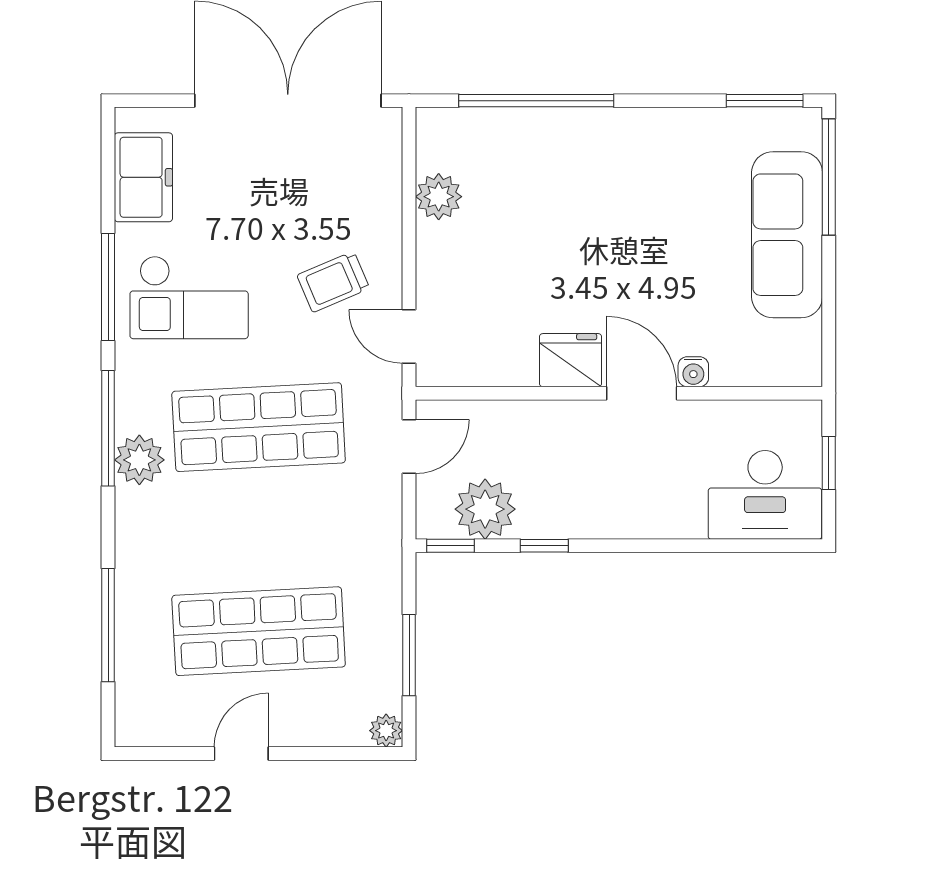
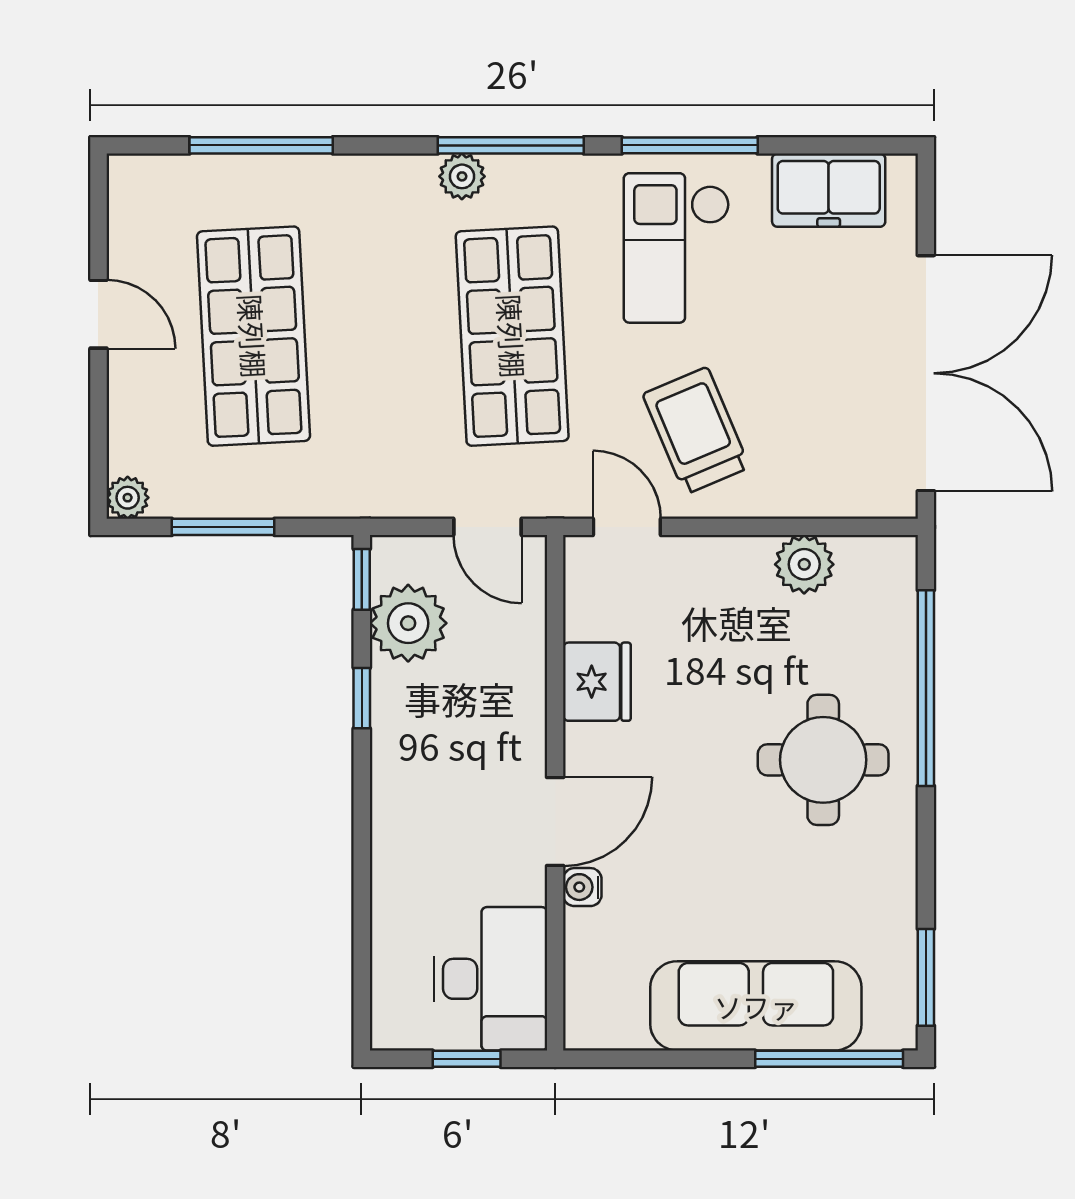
round table: (593, 182) -> (823, 760), added
trolley: (333, 282) -> (696, 431), width x1.36, depth x1.39
door: (409, 337) -> (627, 527), hinge flipped
fridge: (571, 360) -> (597, 682), moved
plant: (139, 460) -> (462, 176), width x0.73, depth x0.73
desk: (765, 495) -> (491, 979), moved, turned 180

